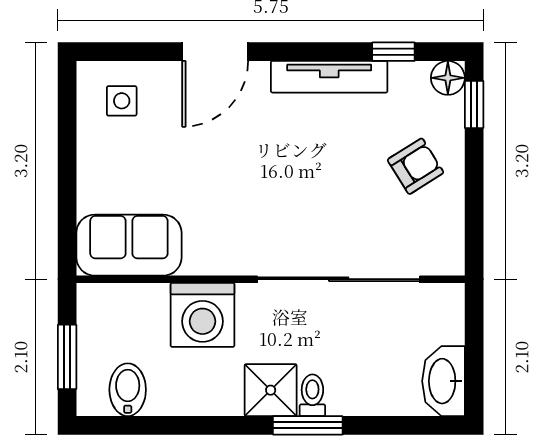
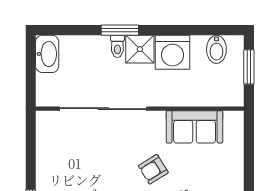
armchair: (416, 166) -> (153, 169), moved
sofa: (129, 245) -> (195, 127), moved
washing machine: (202, 315) -> (172, 52), moved, turned 180

